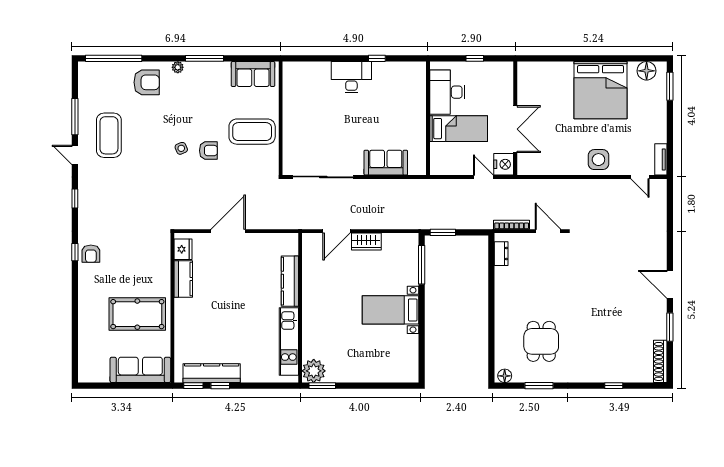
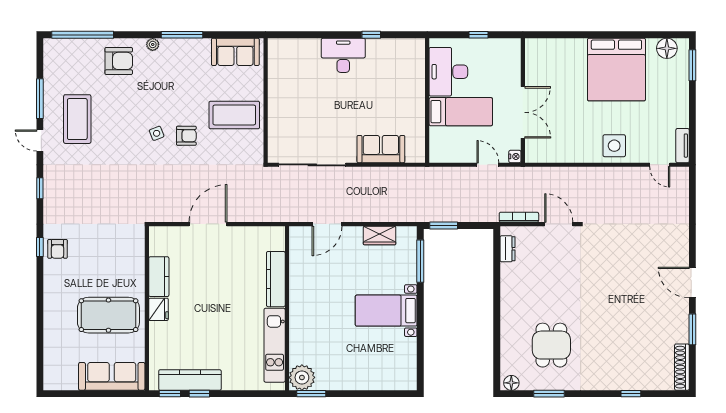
nightstand: (504, 164) -> (515, 156), width x0.53, depth x0.56
wardrobe: (366, 241) -> (380, 235), moved
fridge: (183, 249) -> (159, 309), moved

